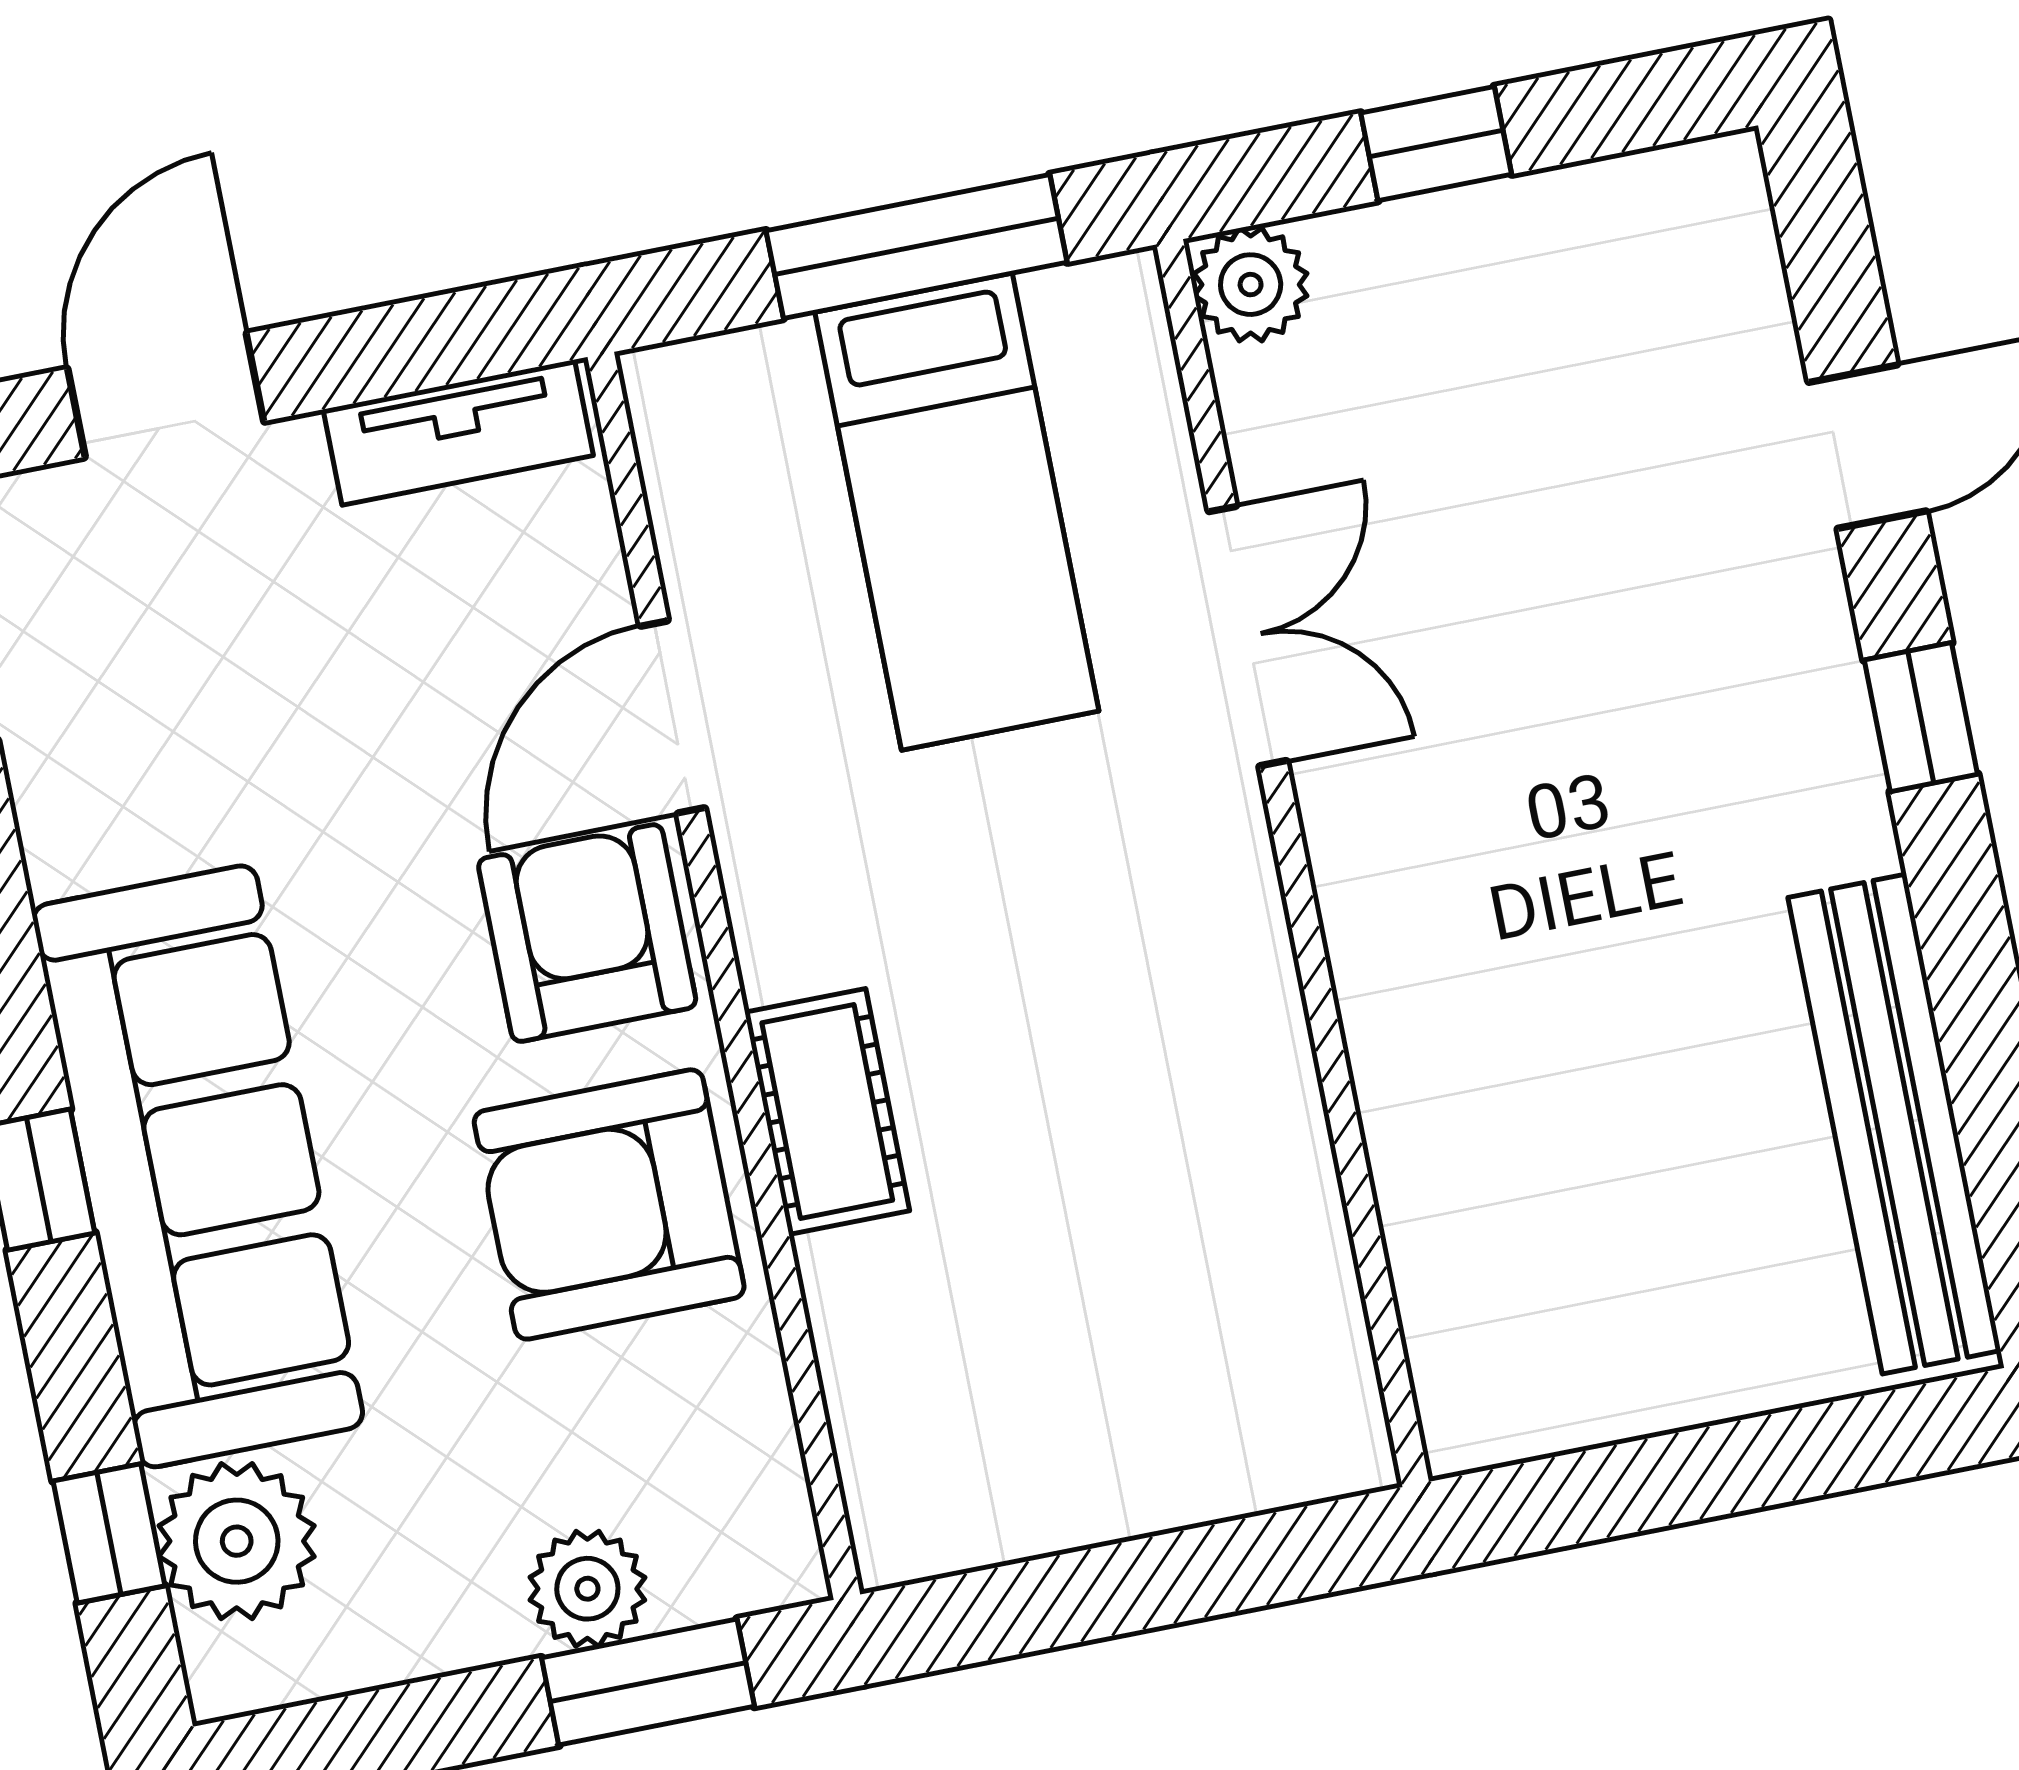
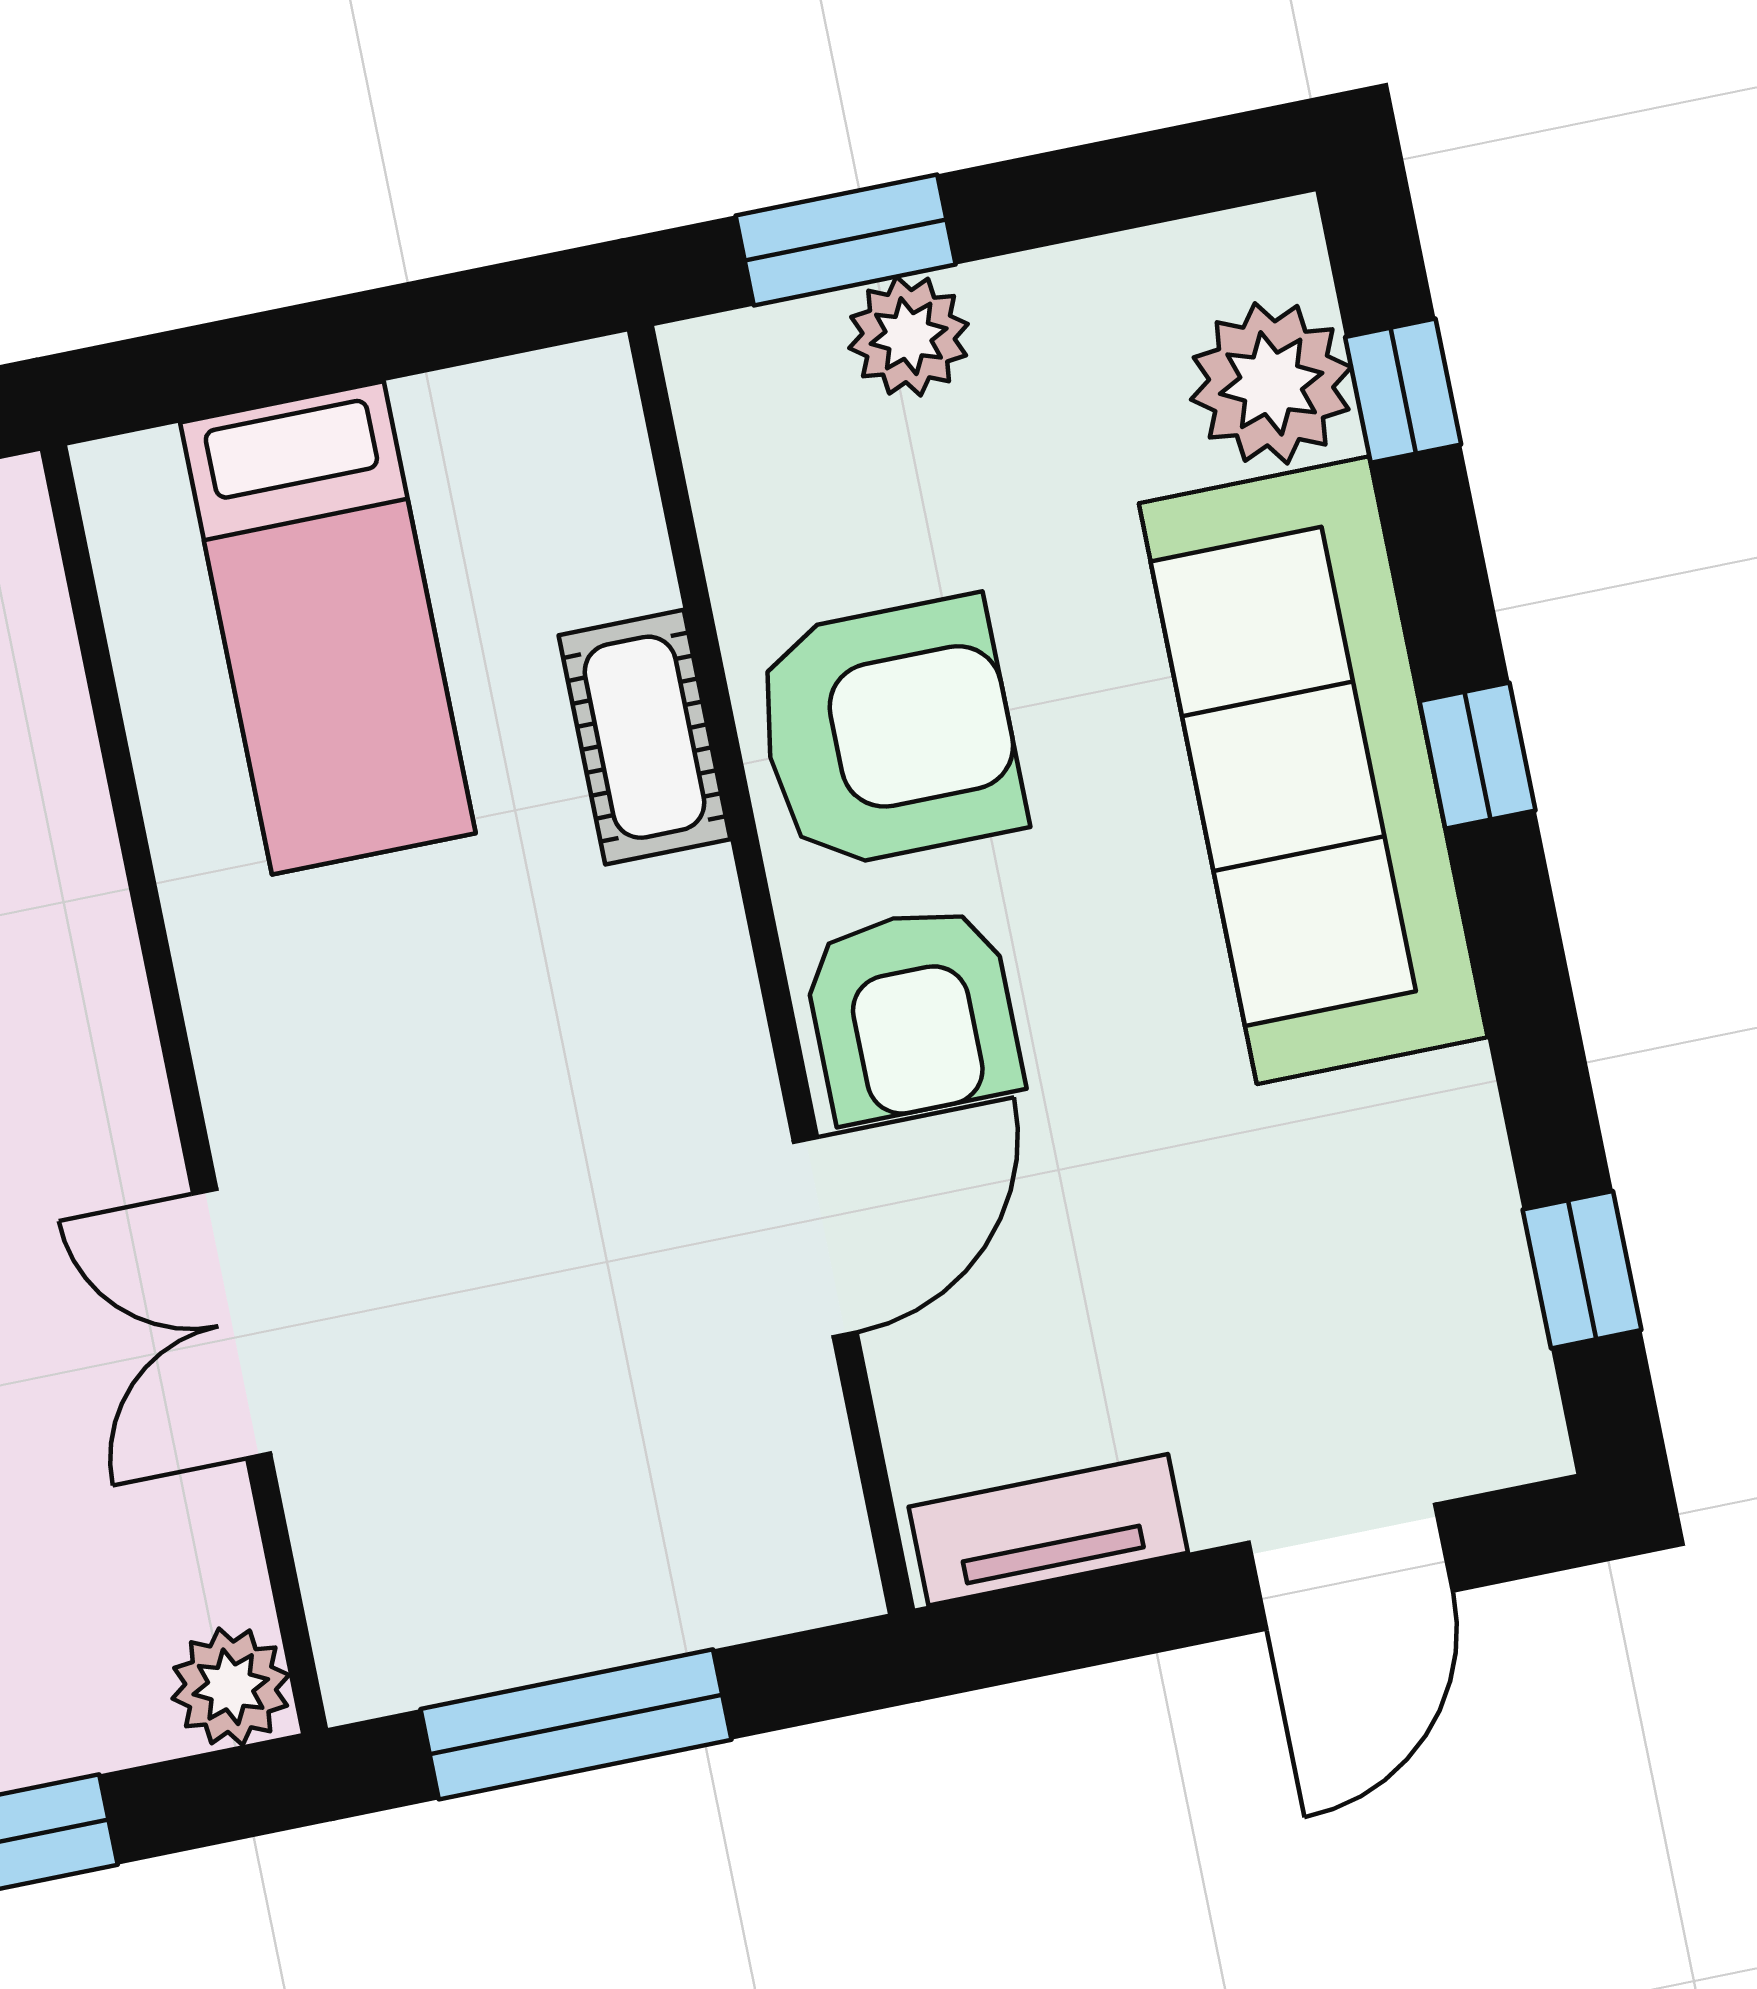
bed: (957, 512) -> (328, 628), moved, turned 180
cot: (827, 1111) -> (645, 737), moved

